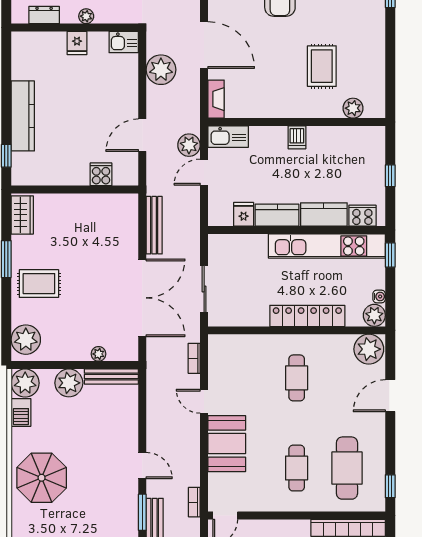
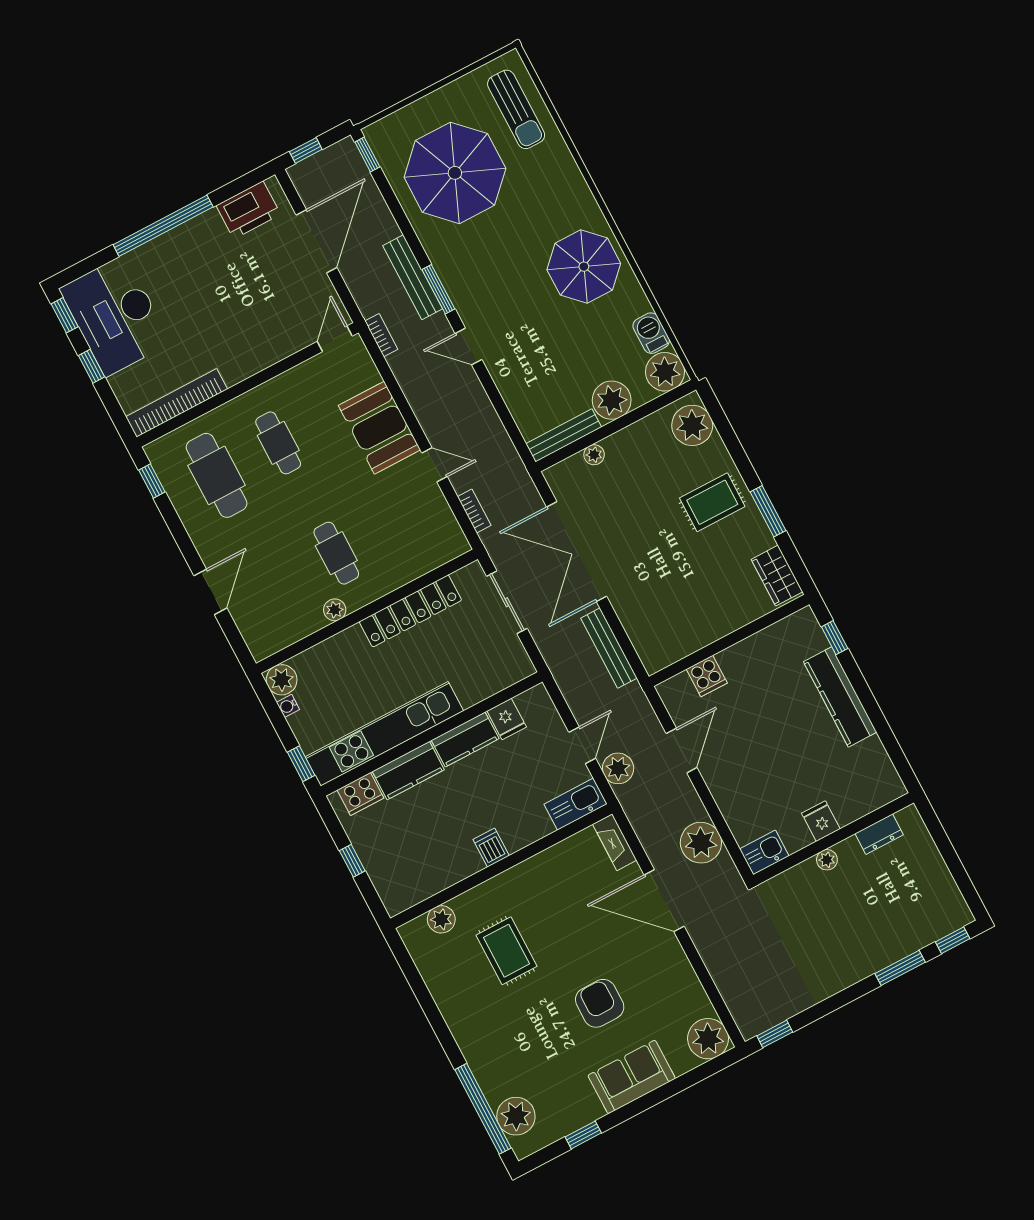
locker: (307, 316) -> (410, 611), moved
plant: (369, 349) -> (335, 610), moved, width x0.53, depth x0.53

